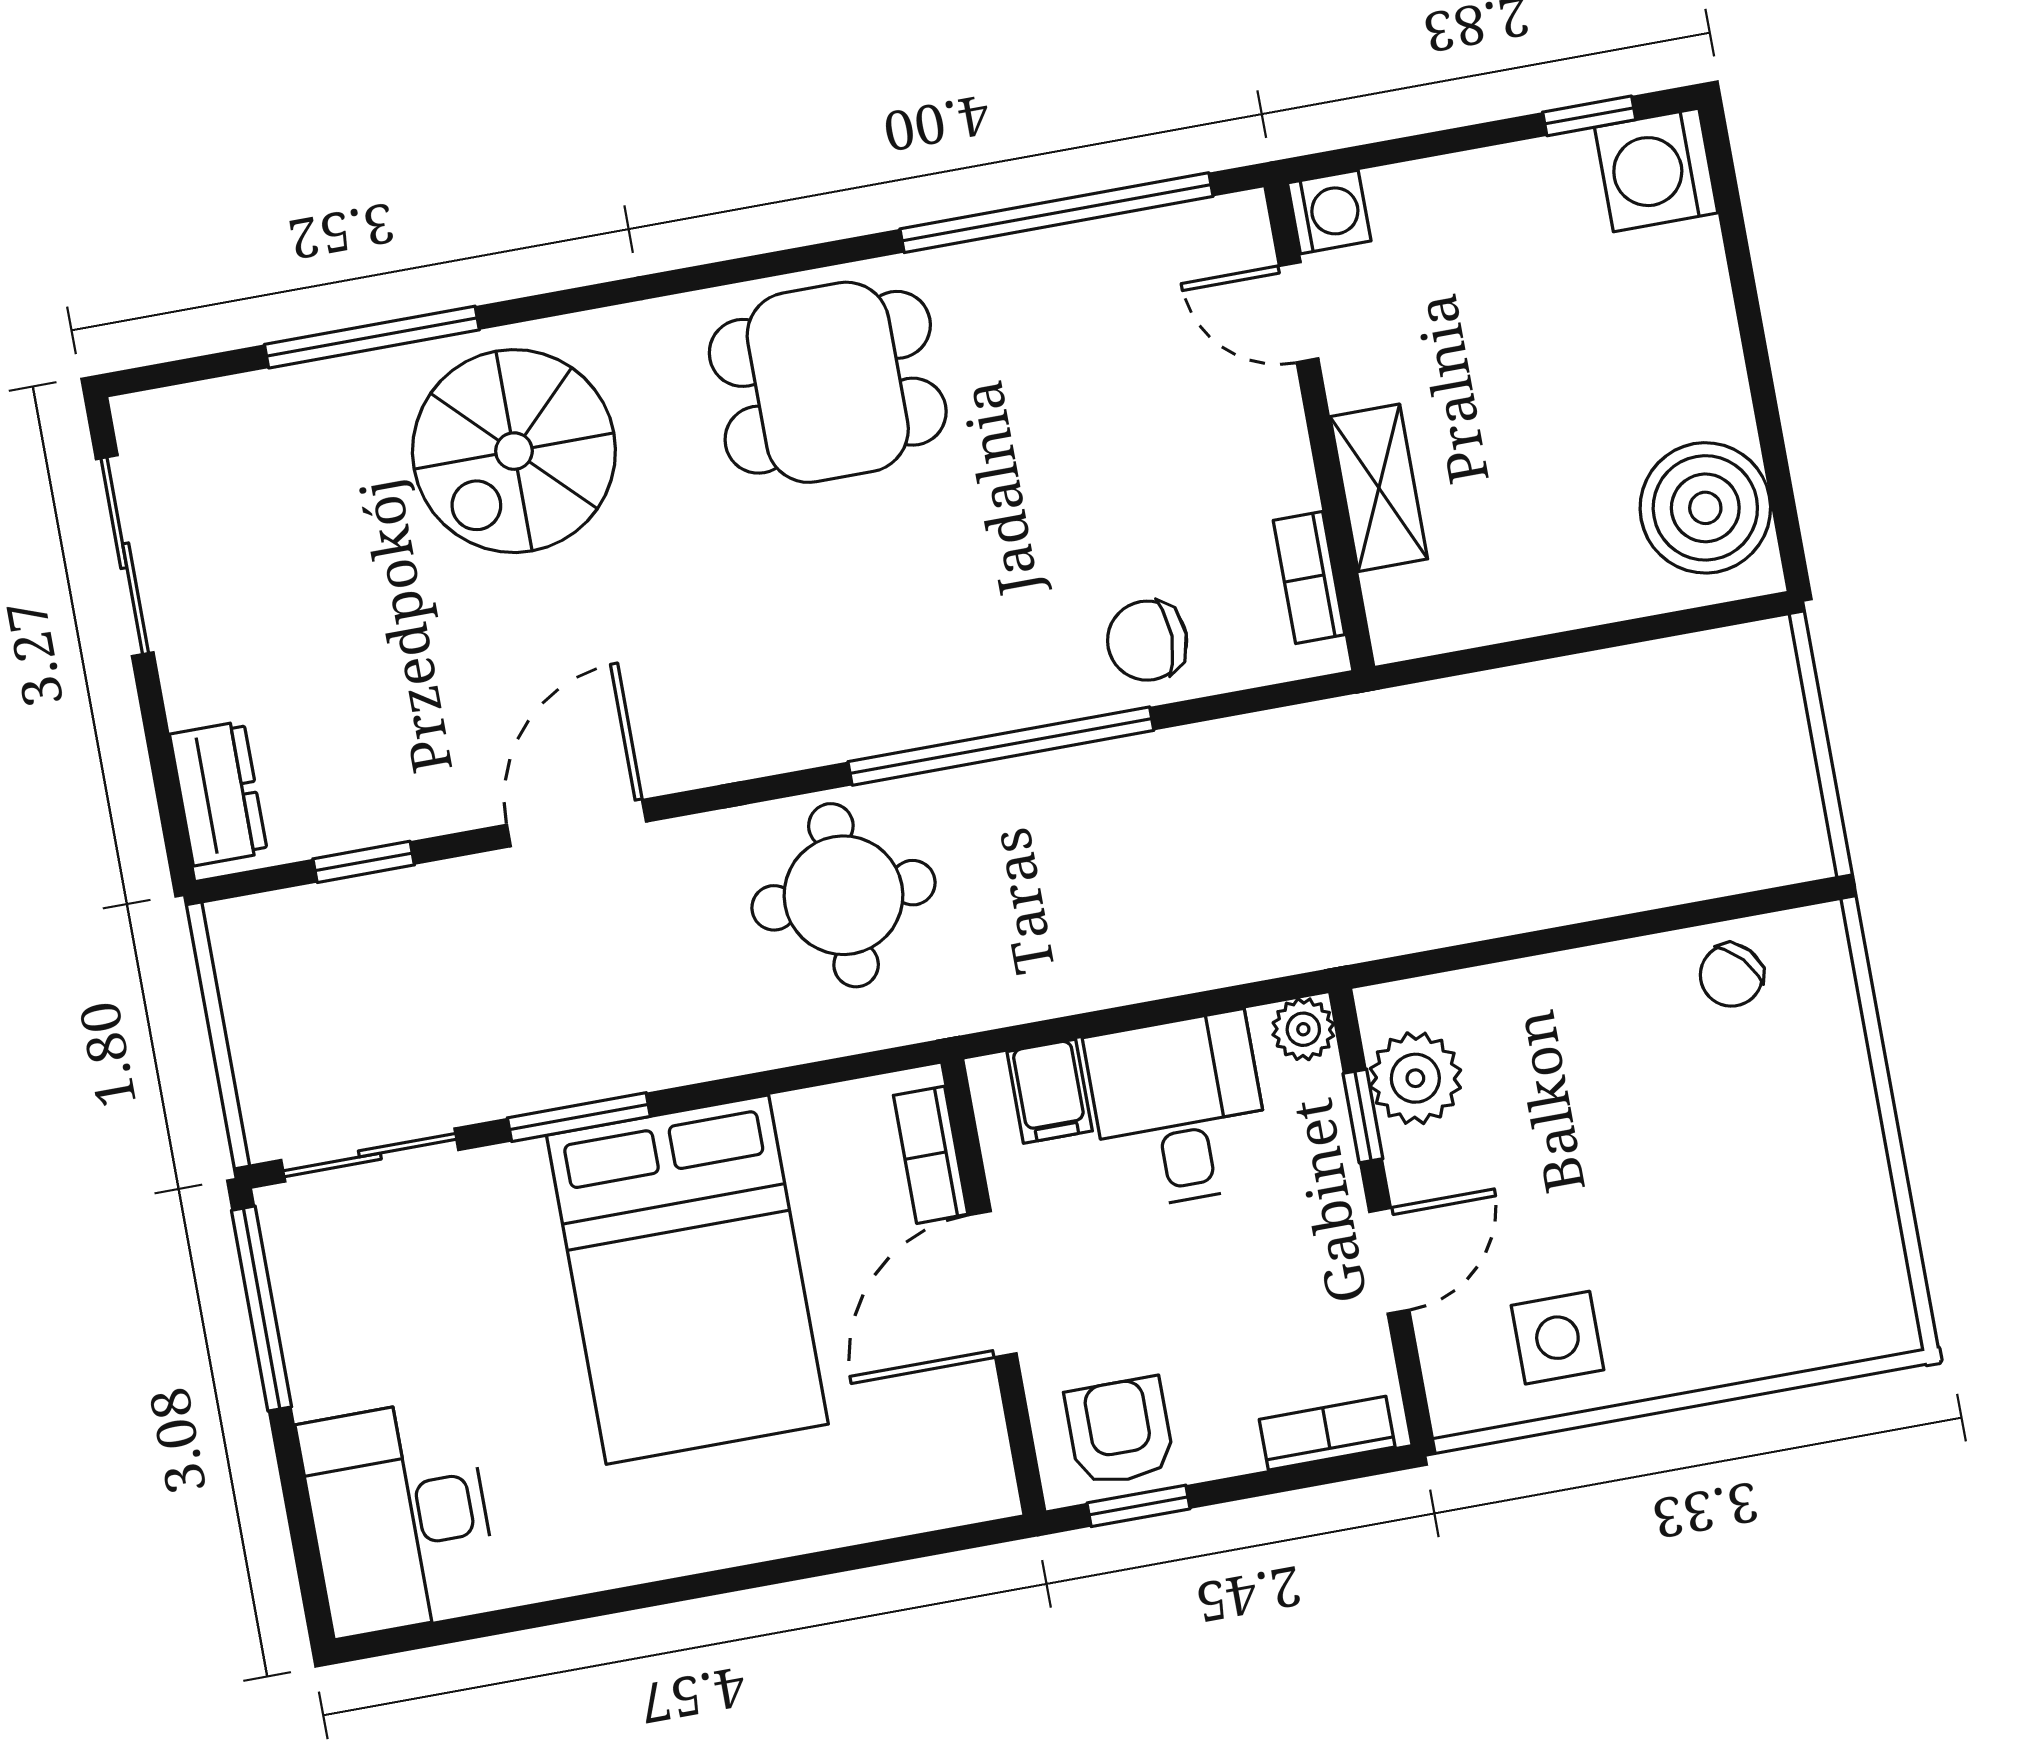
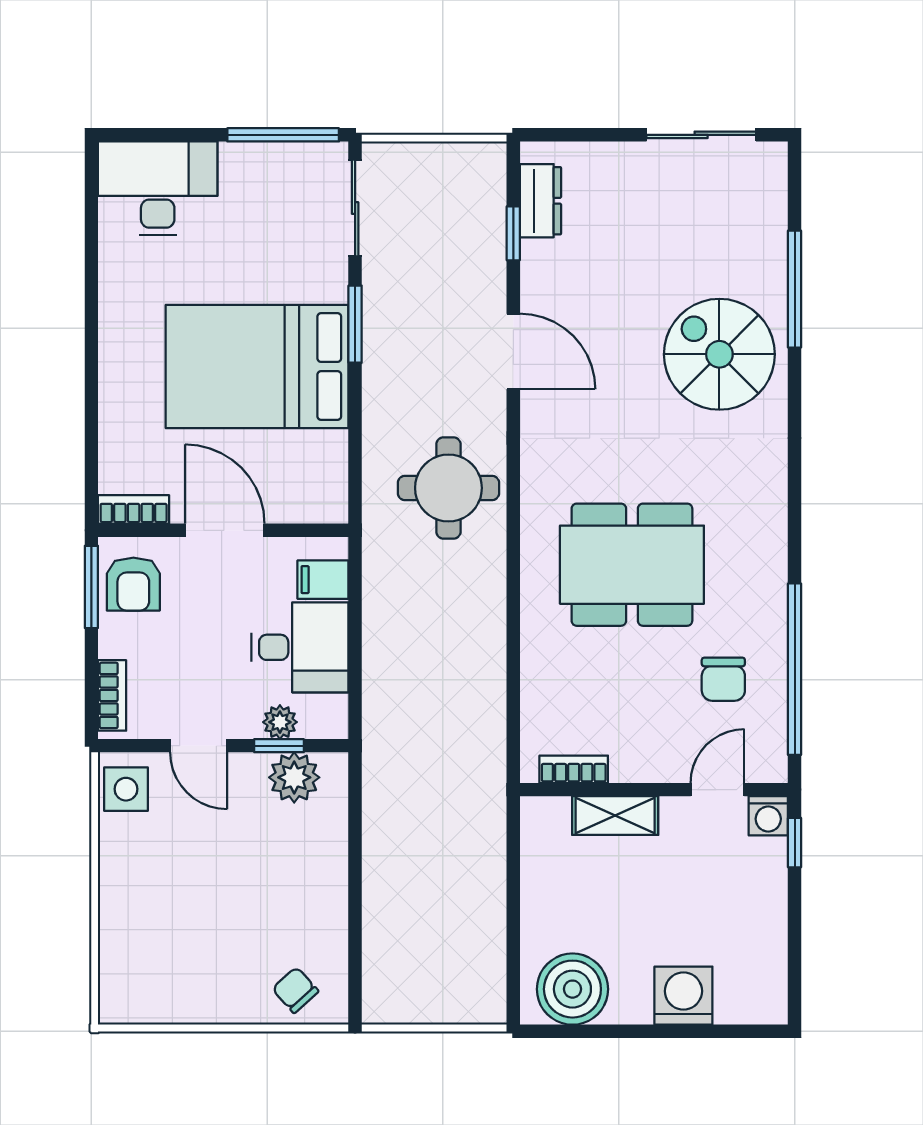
window: (1589, 116) -> (795, 843), moved
washing machine: (1656, 170) -> (683, 996), moved
dining table: (828, 382) -> (632, 565), moved, width x1.38
chair: (1147, 641) -> (723, 679), moved, turned 180
window: (1001, 746) -> (513, 587), removed
dresser: (218, 793) -> (540, 201), moved, turned -90
chair: (1731, 975) -> (295, 990), moved
plant: (1303, 1029) -> (280, 722), moved
bookcase: (931, 1155) -> (134, 509), moved
side table: (1557, 1338) -> (126, 789), moved
armchair: (1120, 1431) -> (133, 584), turned 90
window: (1139, 1506) -> (91, 587), width x1.50

